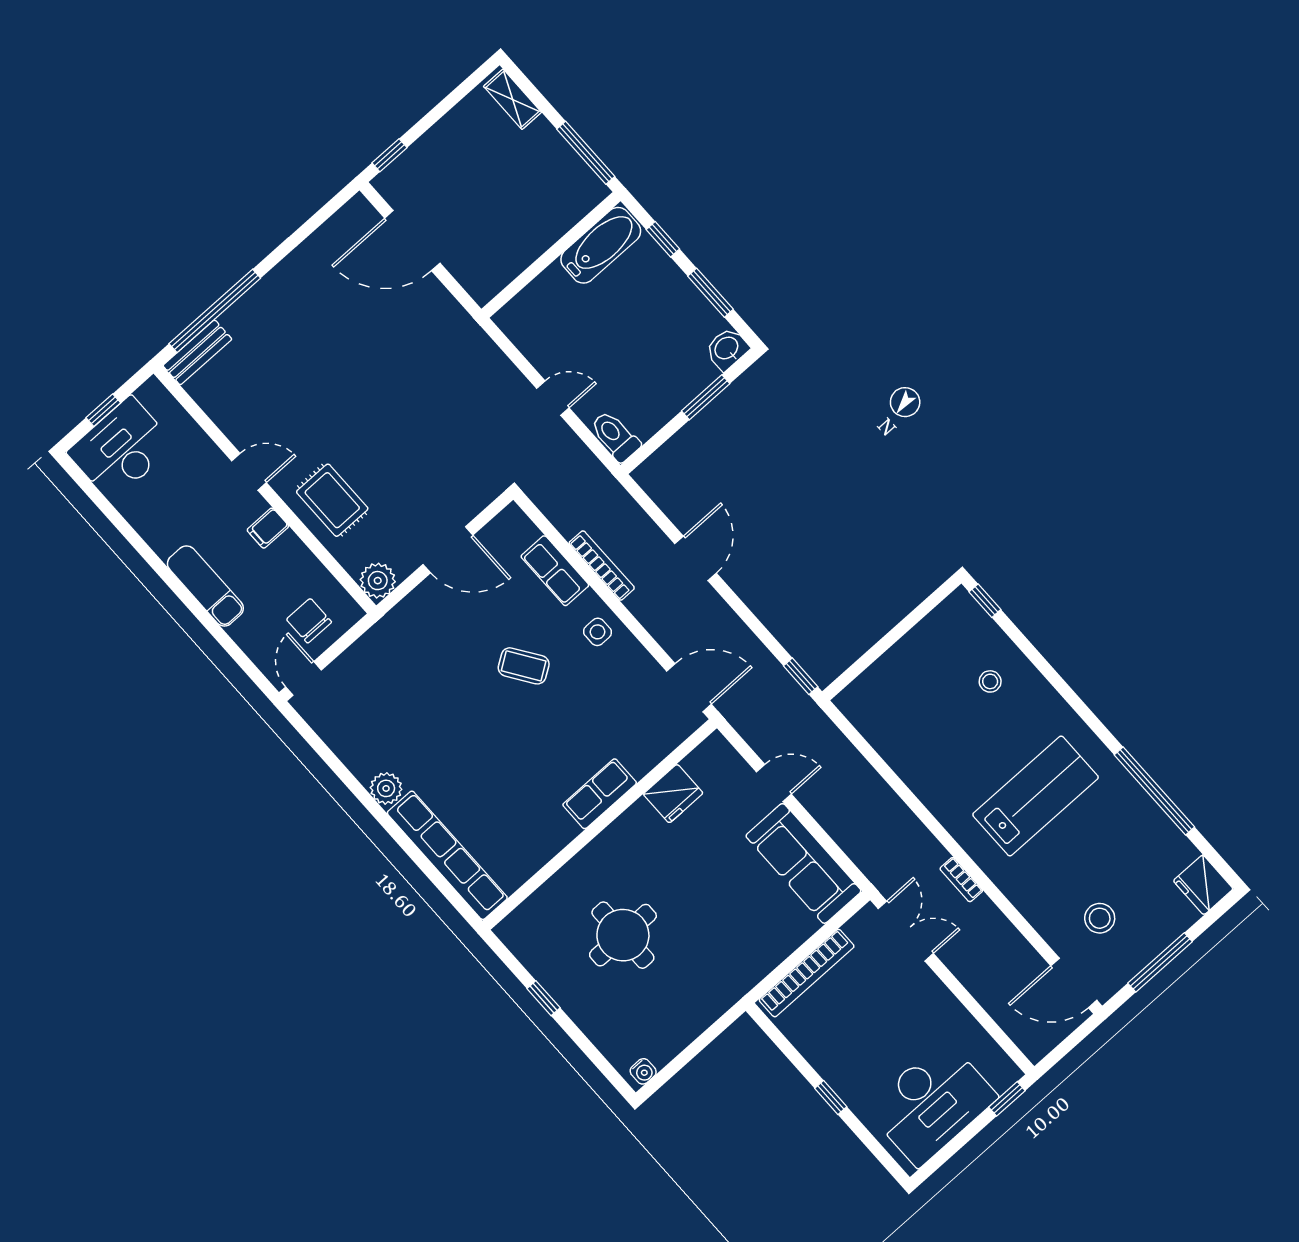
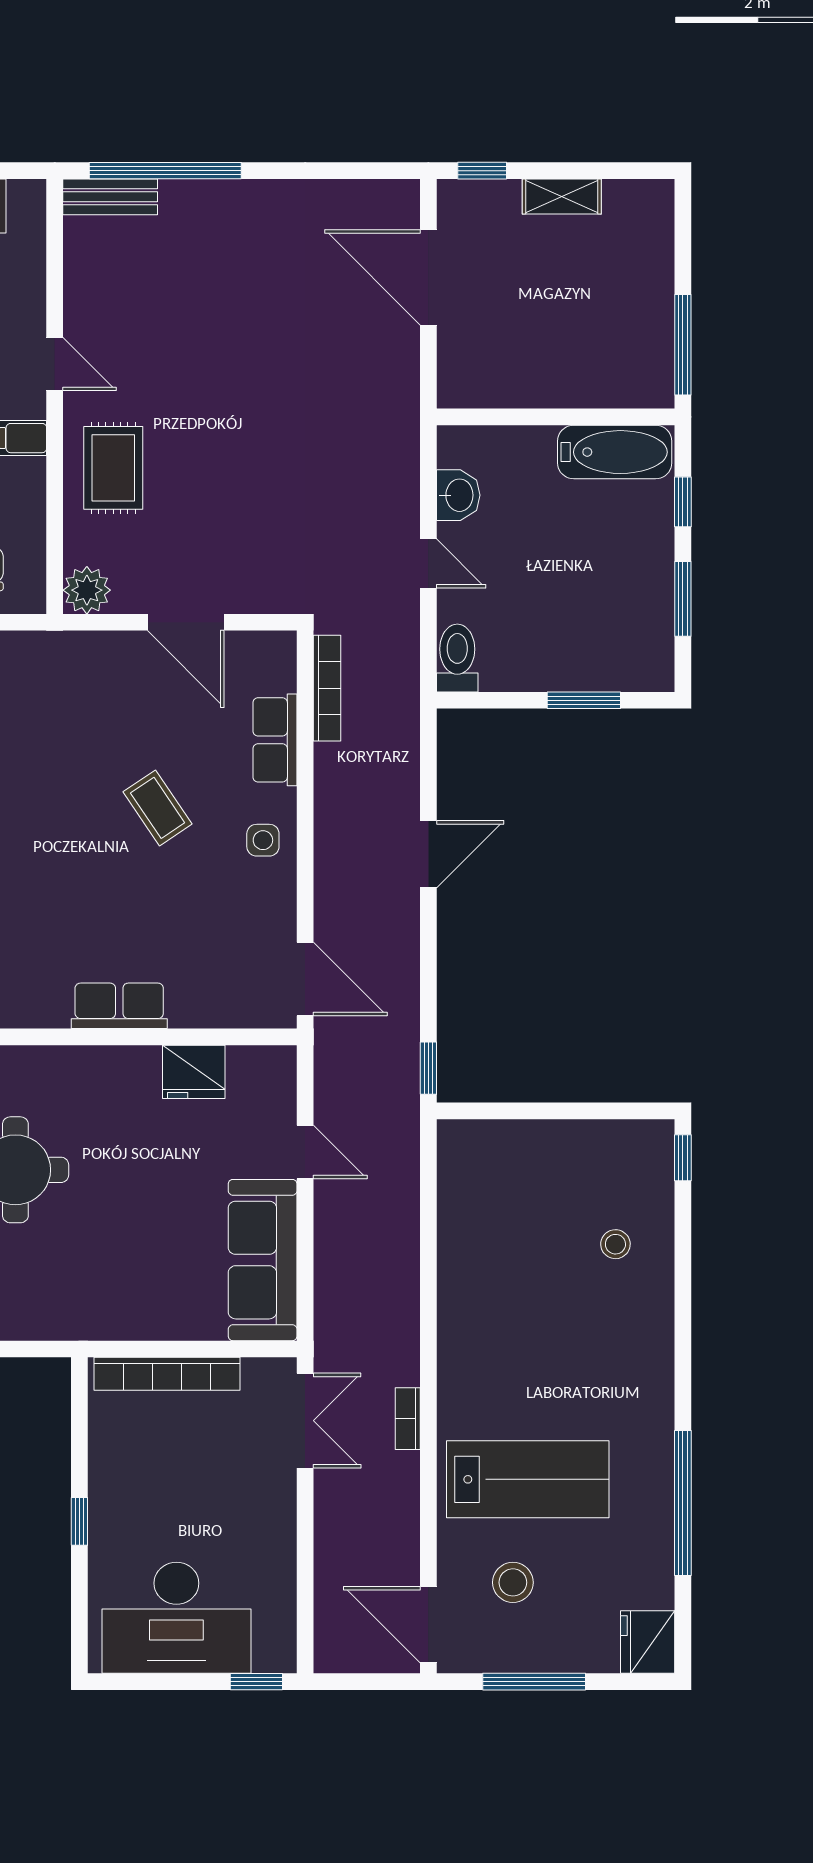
shelving: (513, 99) -> (562, 196), moved, turned 90
washbasin: (727, 349) -> (458, 495), moved, turned 90
bookcase: (602, 566) -> (327, 688), moved
lab bench: (1036, 796) -> (528, 1479), moved

